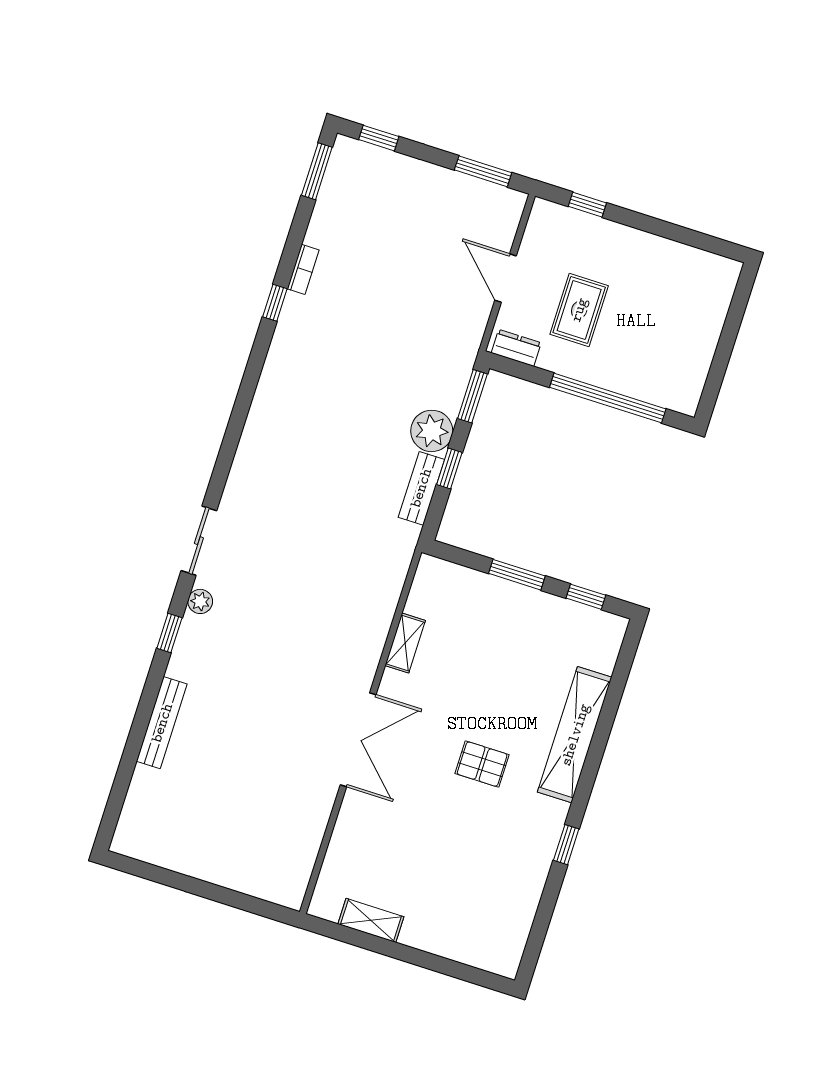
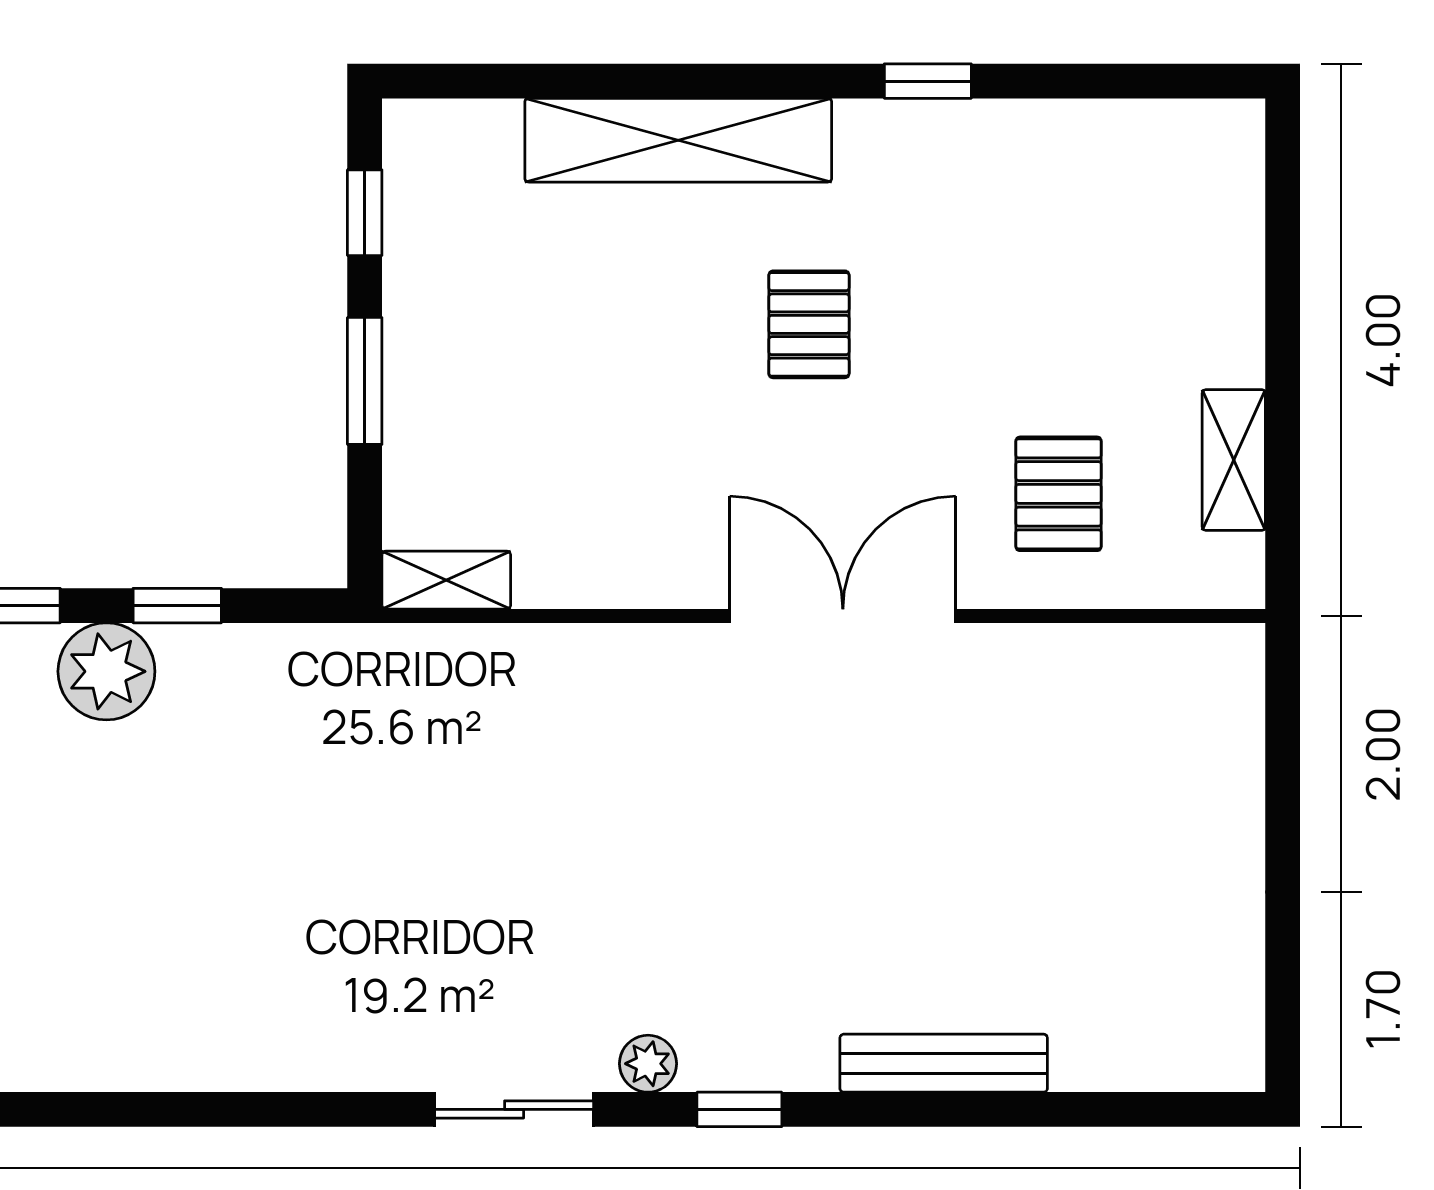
bench: (421, 488) -> (241, 654), removed
shelving: (405, 643) -> (446, 580), moved
pallet: (380, 844) -> (1059, 494), added

